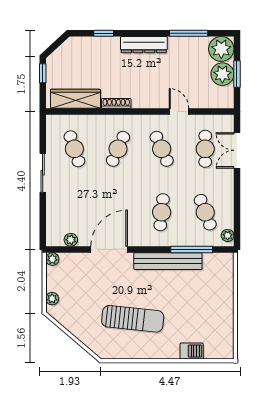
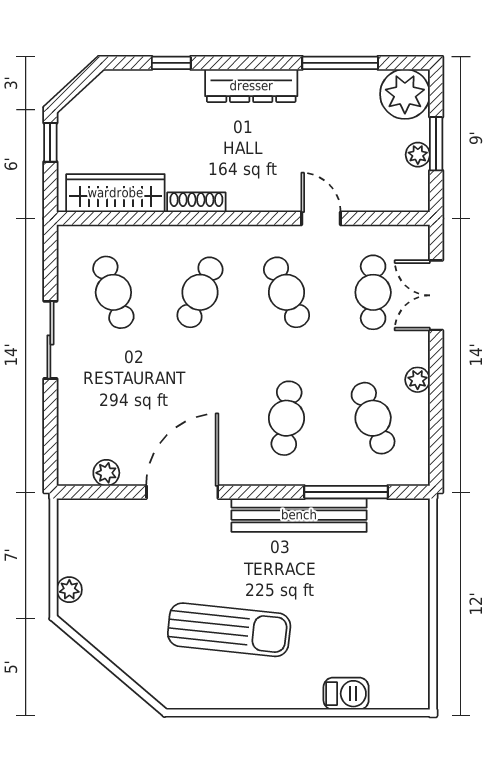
plant: (222, 74) -> (418, 155), width x0.53, depth x0.53
plant: (228, 235) -> (418, 380), moved
plant: (52, 259) -> (70, 511), removed

